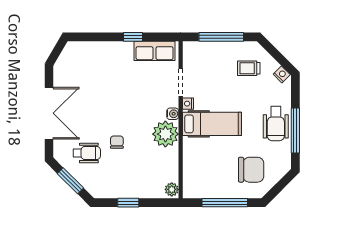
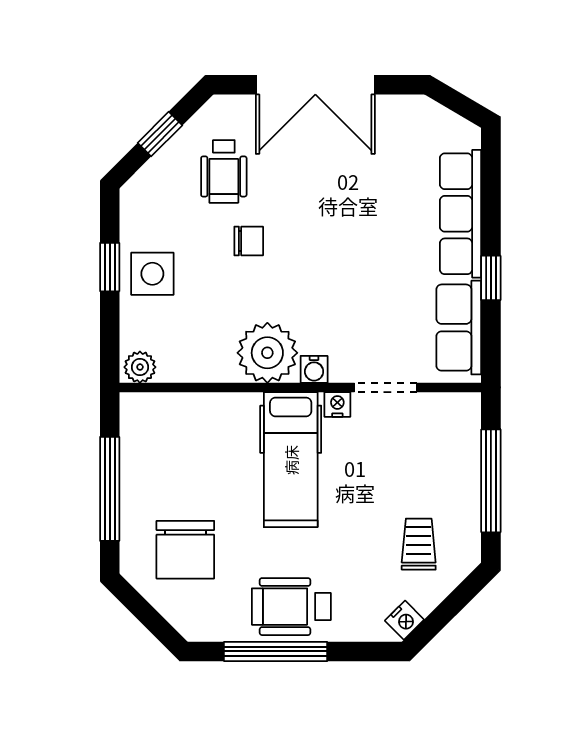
row of seats: (105, 50) -> (461, 214), added
window: (70, 181) -> (160, 134), width x0.67
side table: (131, 184) -> (152, 274), added

